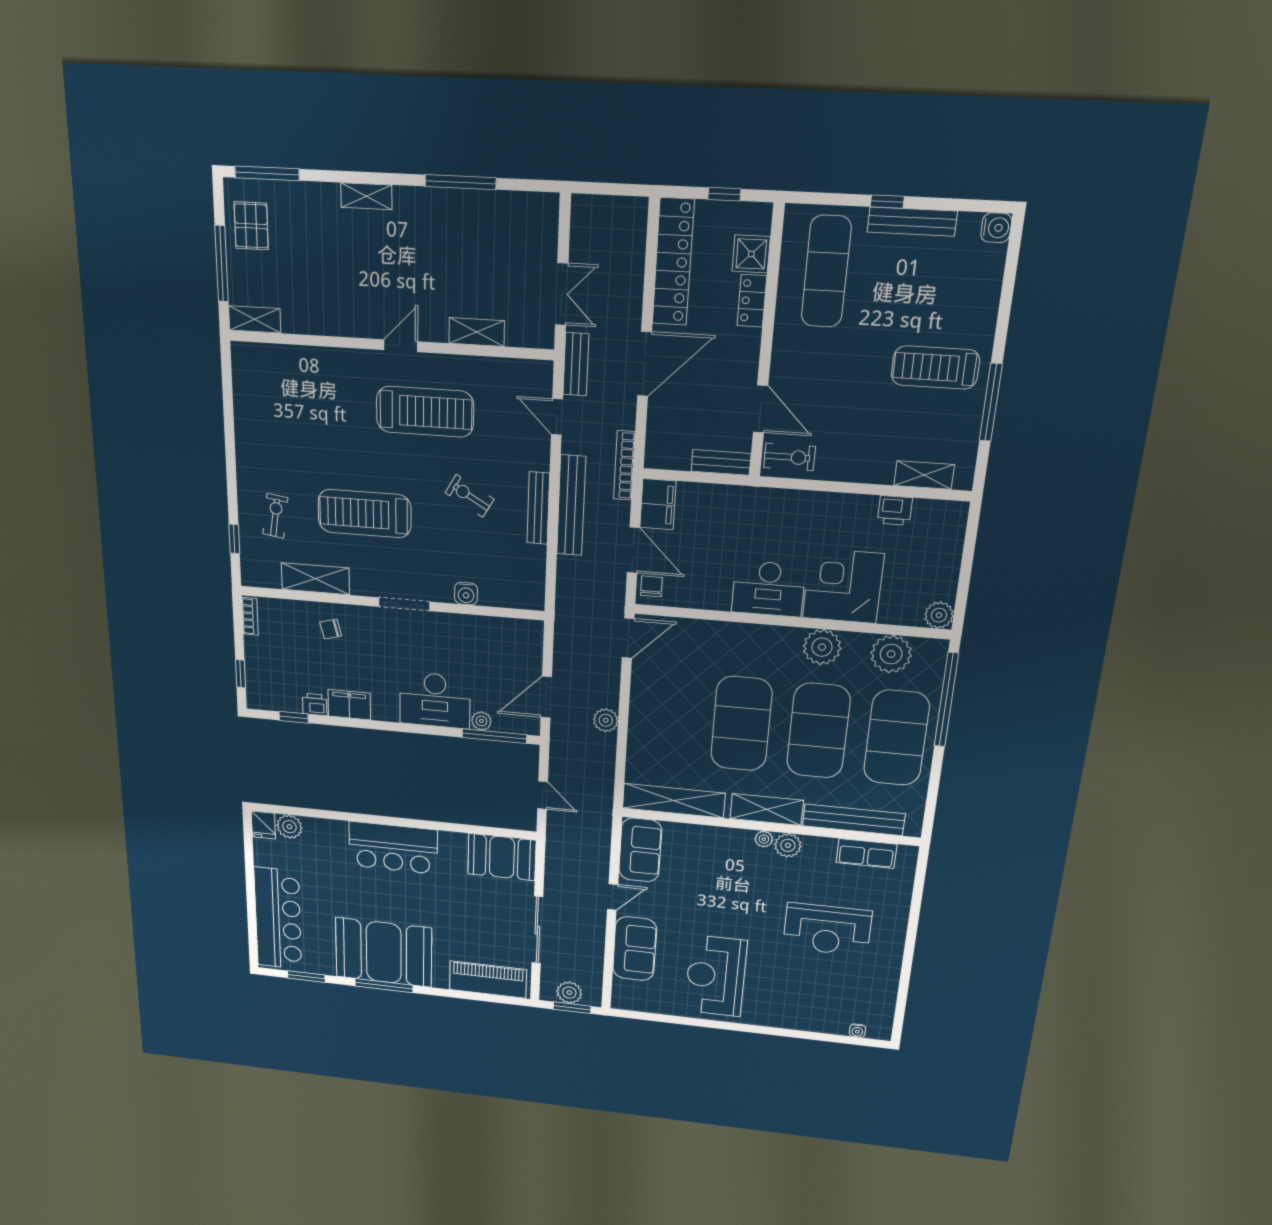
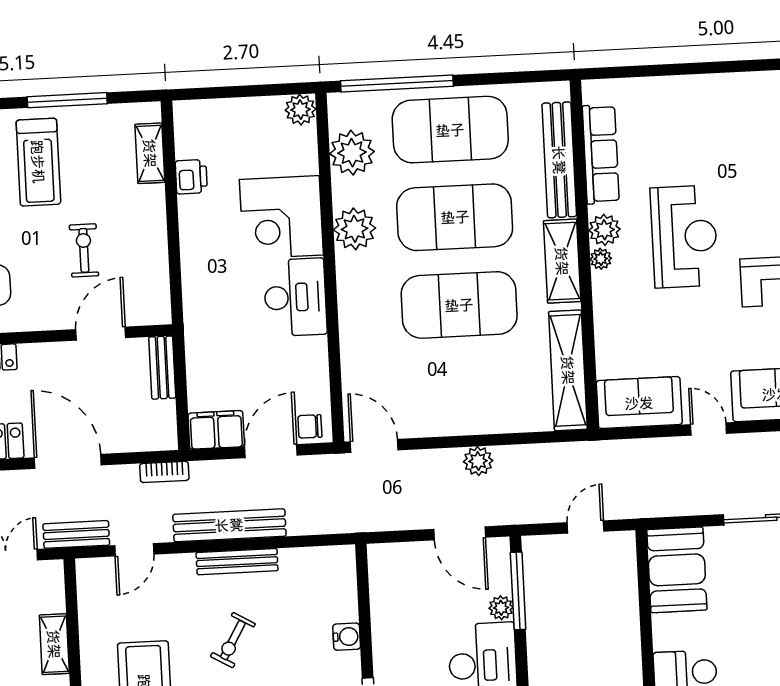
exercise bike: (790, 457) -> (84, 250), moved
bookcase: (624, 465) -> (164, 472), width x0.64
row of seats: (866, 853) -> (601, 154), width x1.48
reception desk: (827, 929) -> (684, 236), moved

